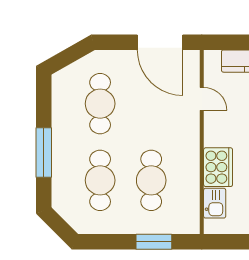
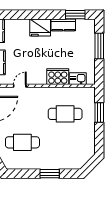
window: (44, 152) -> (50, 174), width x0.69
cafe table: (100, 180) -> (65, 142), removed

